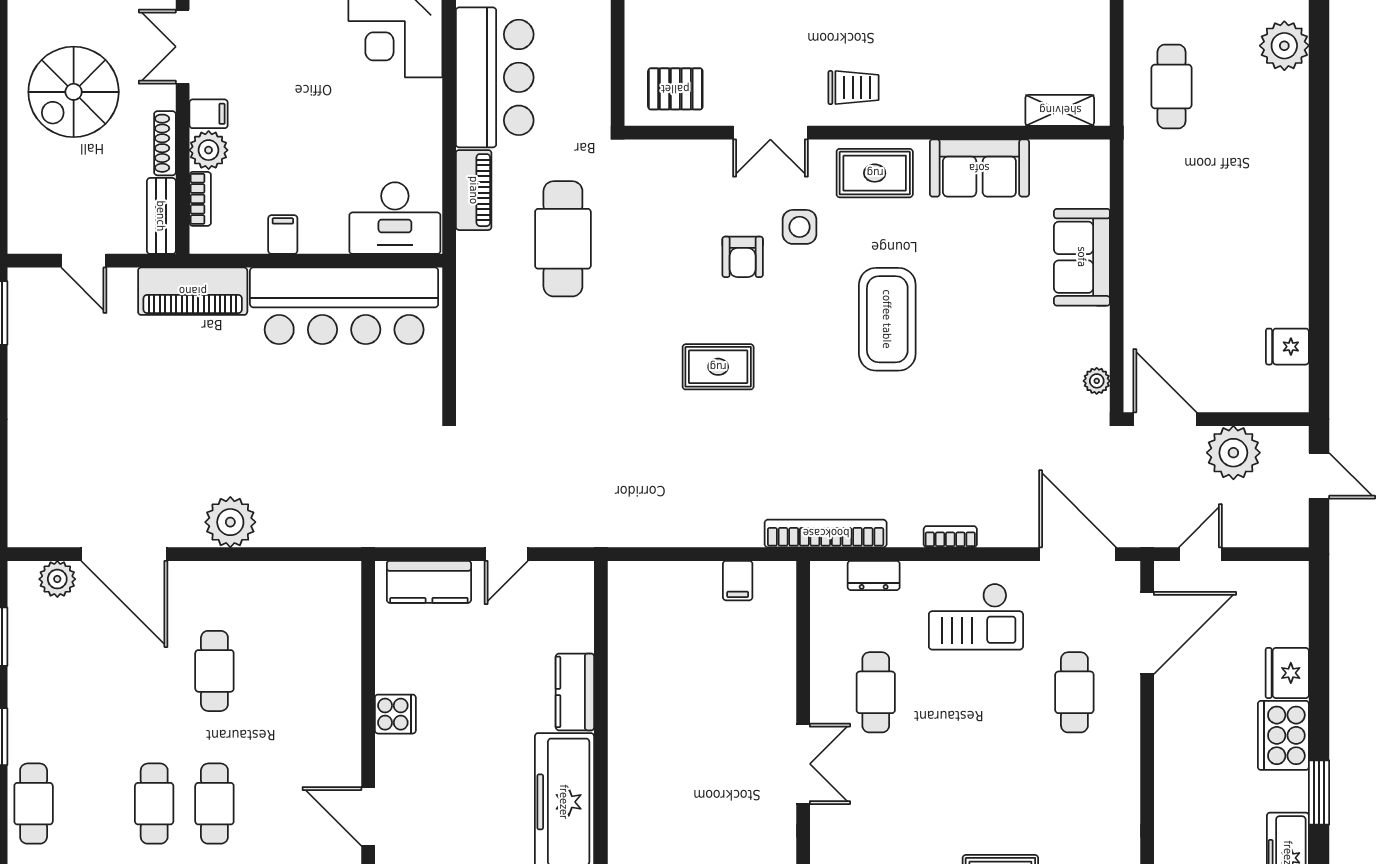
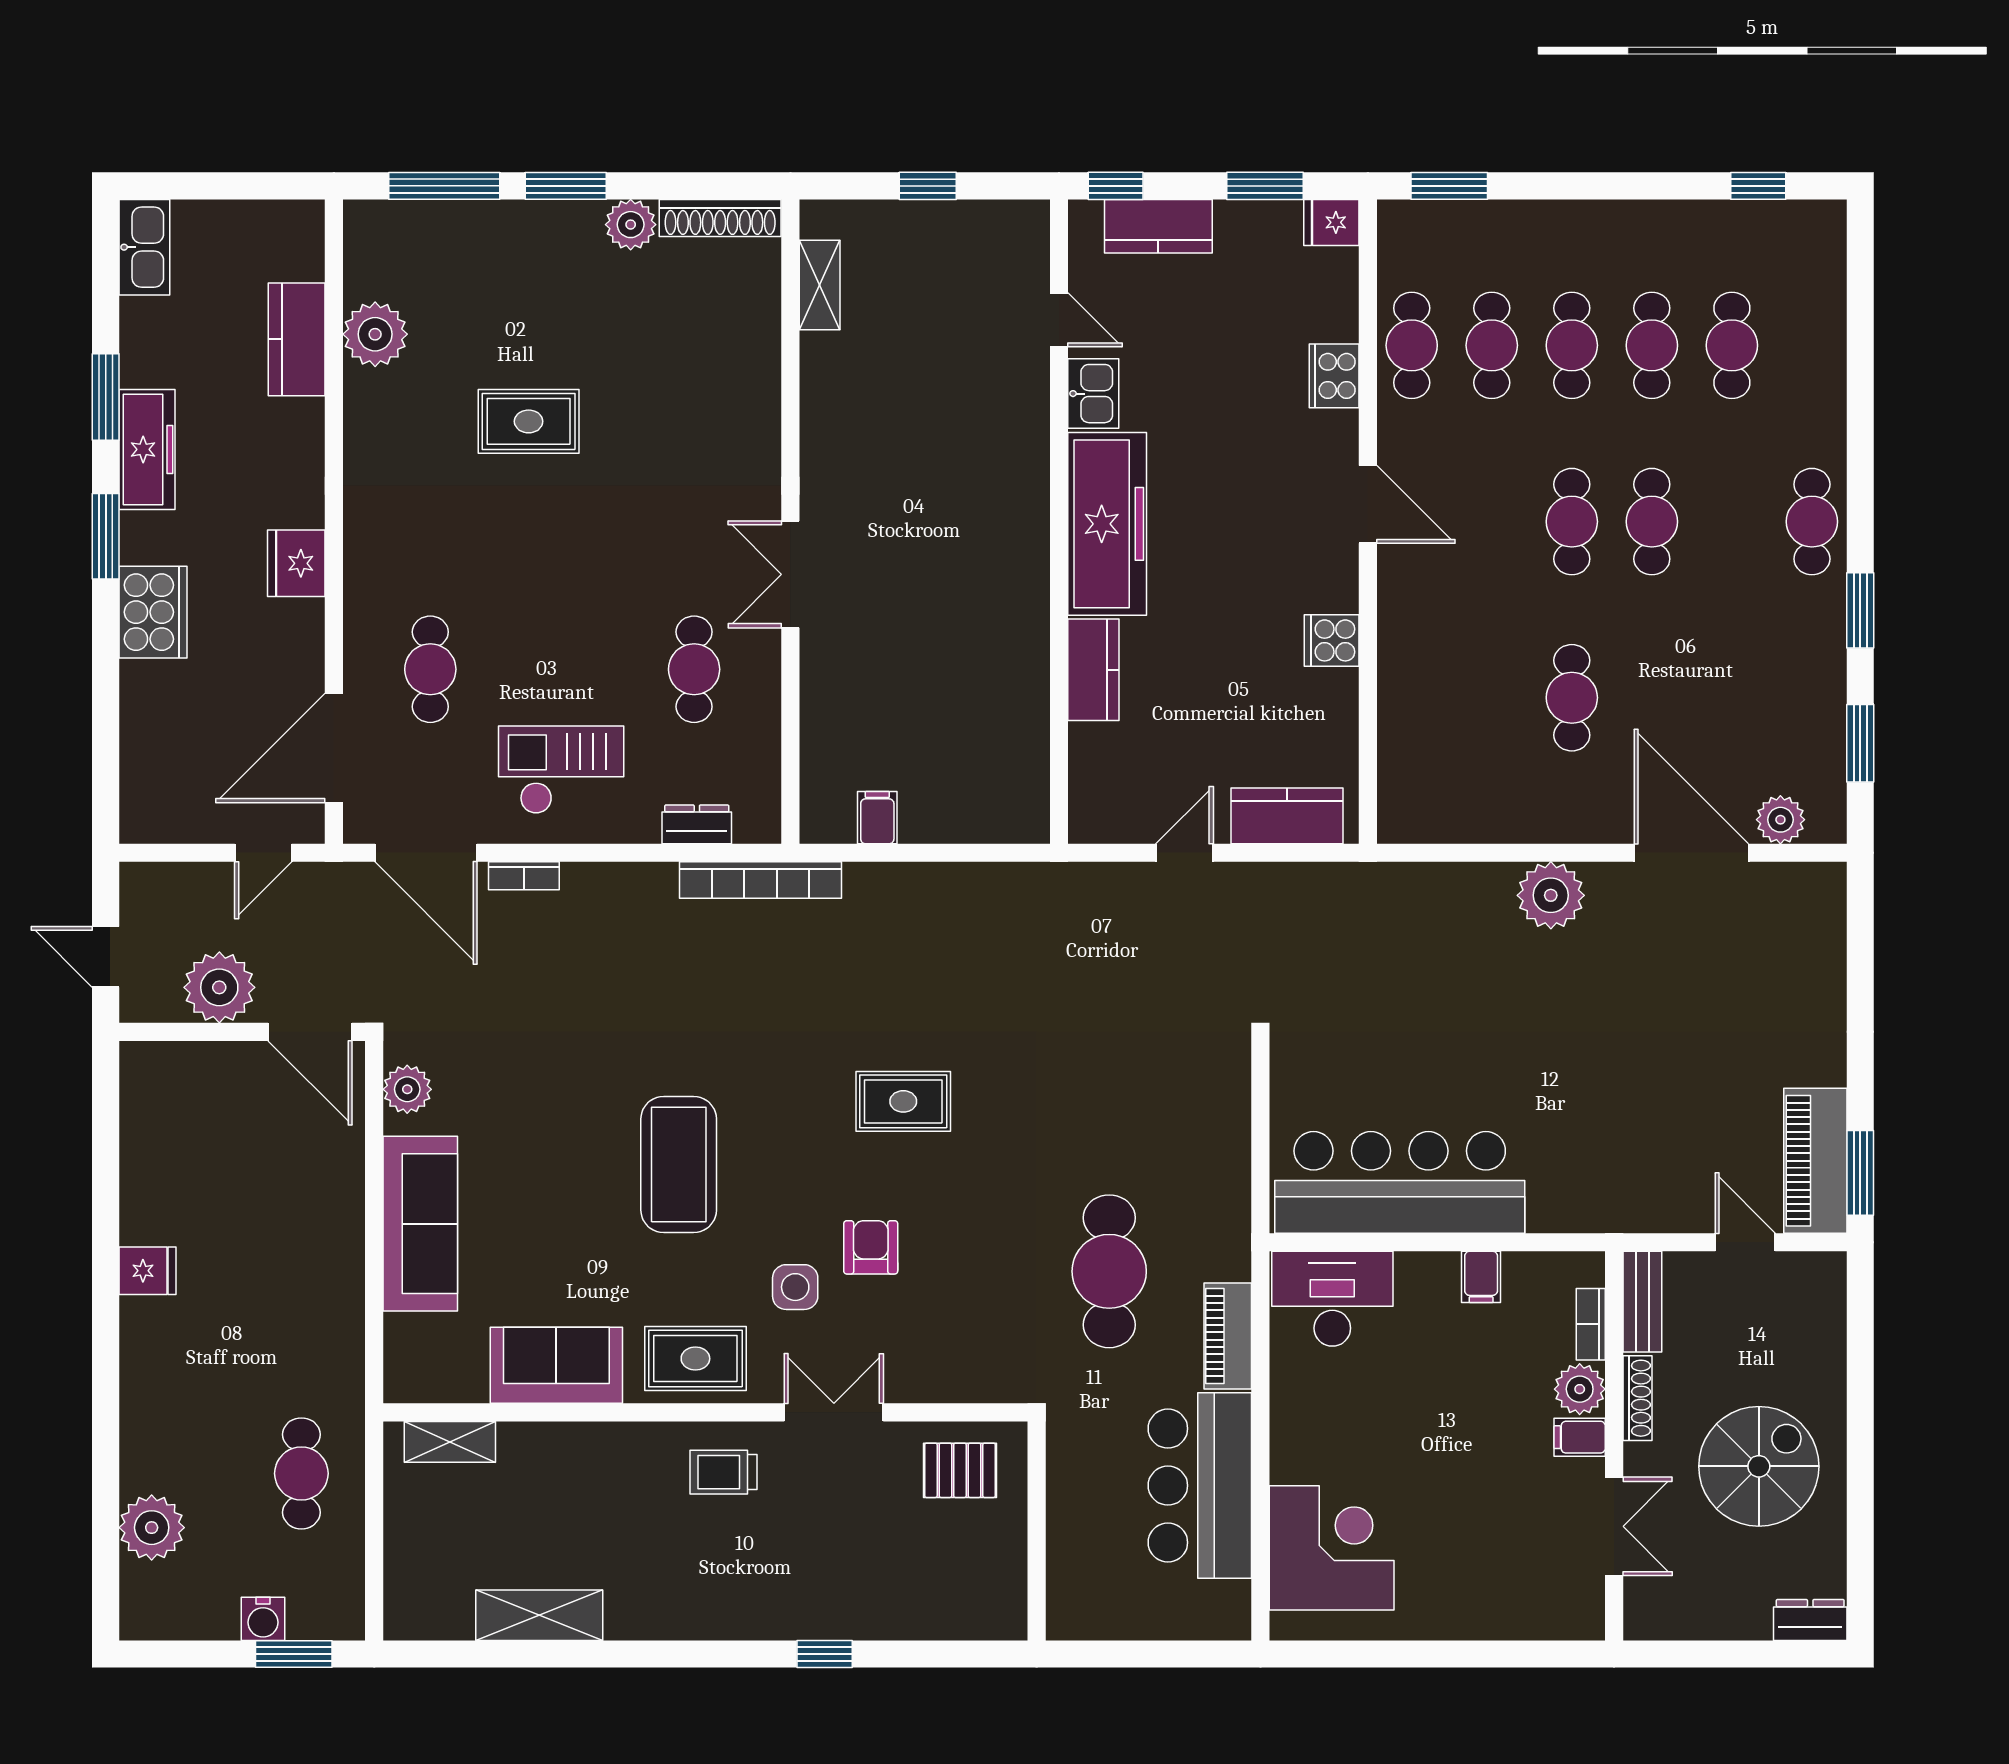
sofa: (1082, 257) -> (420, 1224), width x1.36
piano: (193, 291) -> (1815, 1161), moved, turned -90
fridge: (1287, 347) -> (147, 1271), moved
plant: (1097, 381) -> (407, 1089), width x1.38, depth x1.38
bookcase: (950, 537) -> (524, 876), moved
fridge: (1287, 673) -> (296, 563), moved, turned 180

